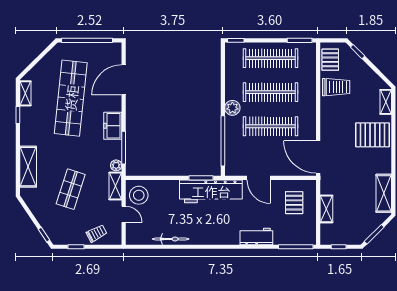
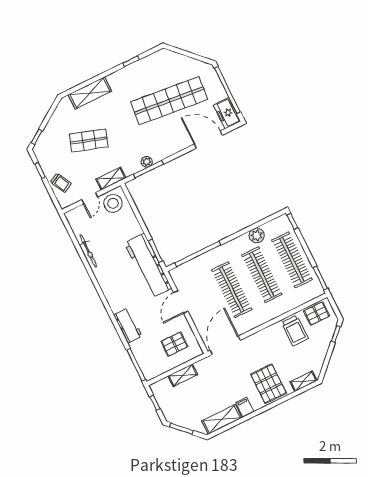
shelving: (25, 93) -> (154, 58), removed
plant: (232, 108) -> (257, 235), moved
freezer: (113, 126) -> (227, 113), moved, turned -90
plant: (116, 165) -> (147, 162), moved
filing cabinet: (383, 167) -> (245, 407), added

